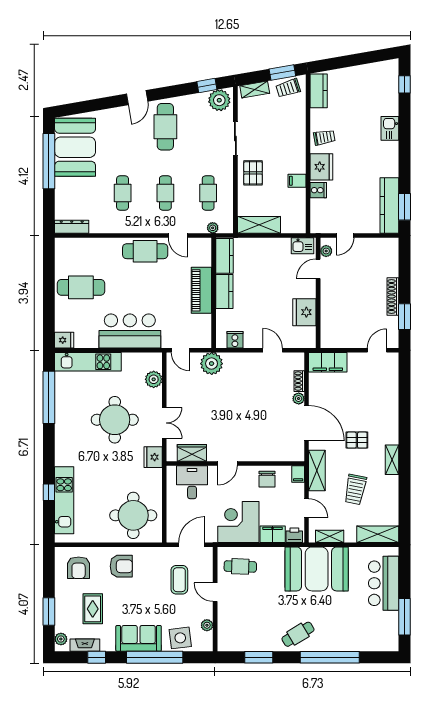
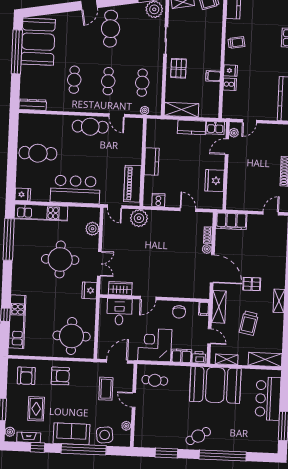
fridge: (321, 167) -> (231, 71), width x0.53, depth x0.75
kitchen counter: (225, 256) -> (192, 127), moved, turned 90
piano: (201, 290) -> (132, 184), moved

